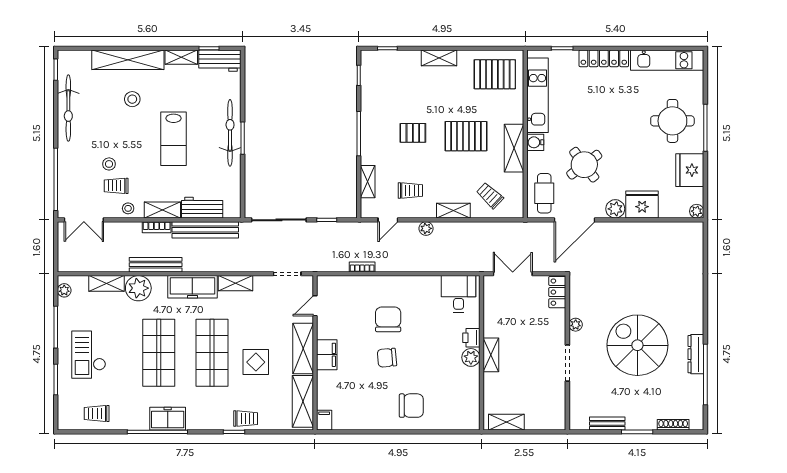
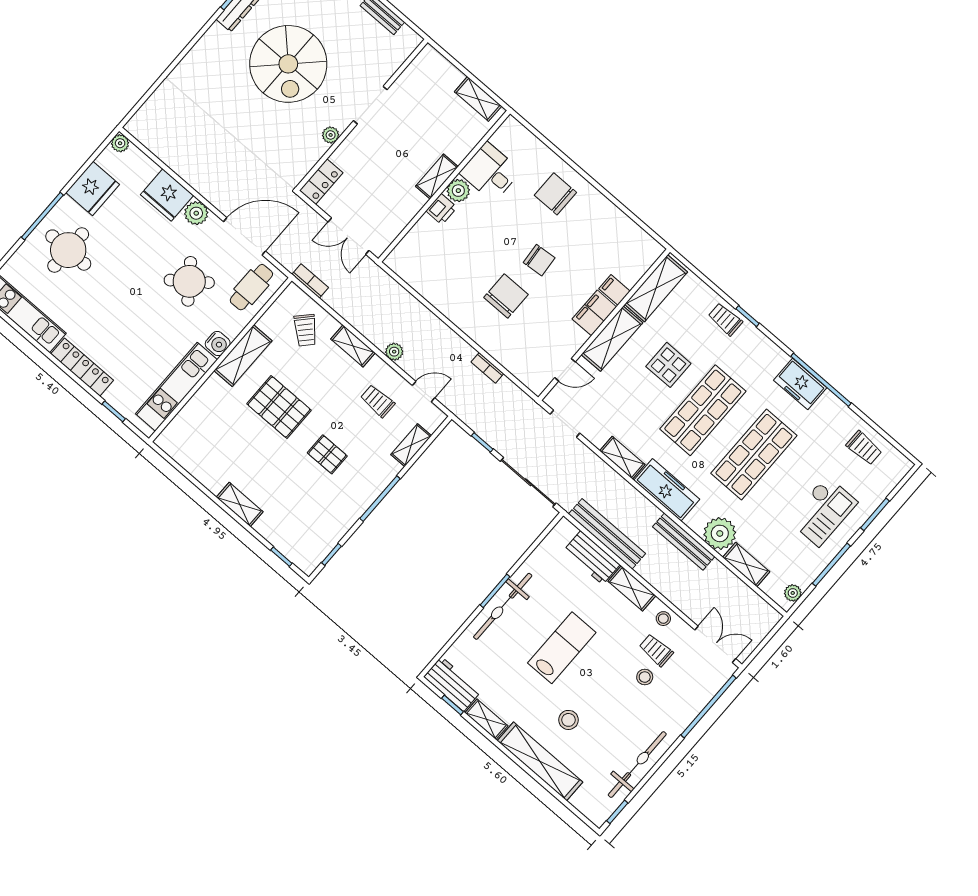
pallet: (495, 74) -> (200, 442), removed
trolley: (116, 186) -> (656, 650), turned 180
bookcase: (157, 227) -> (310, 281), moved
desk: (459, 294) -> (490, 172), moved, turned 90
chair: (388, 319) -> (506, 296), turned 180
filing cabinet: (324, 420) -> (614, 290), moved, turned 90

